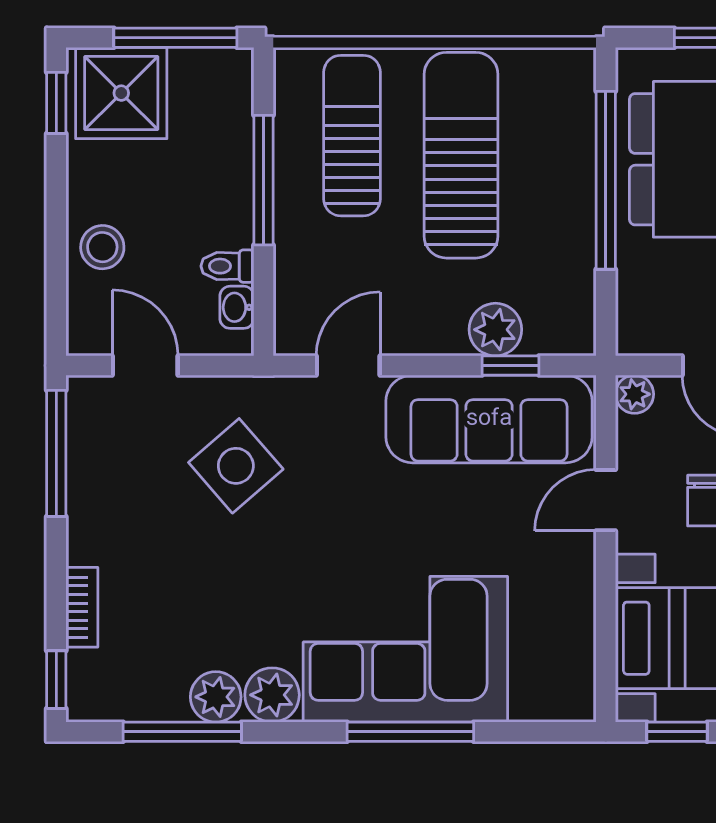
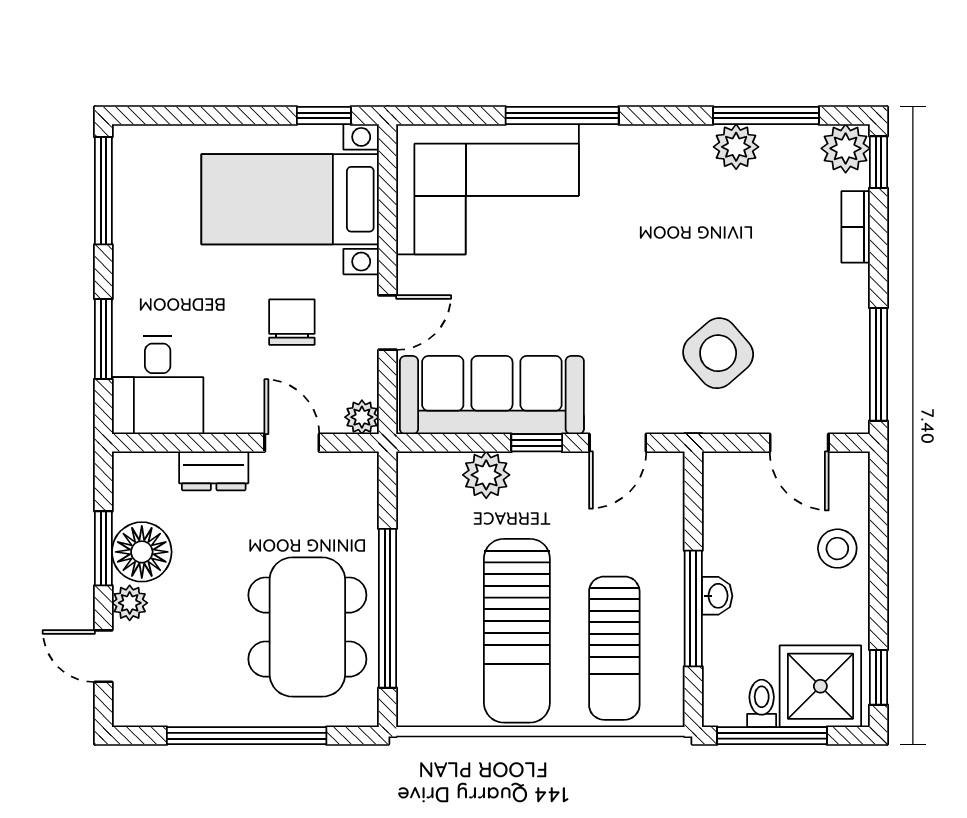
toilet: (227, 266) -> (762, 703), moved, turned -90
washbasin: (237, 307) -> (717, 596), moved
window: (511, 366) -> (537, 443), moved
corner sofa: (405, 649) -> (487, 189), moved
plant: (272, 695) -> (846, 148), moved

